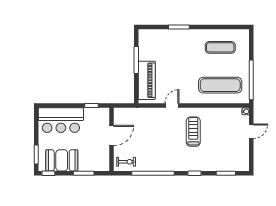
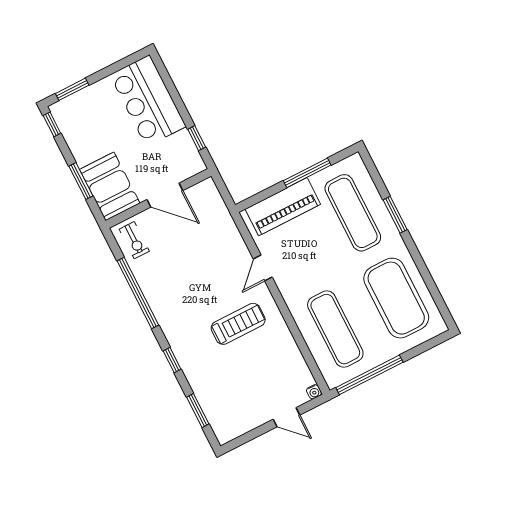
exercise mat: (167, 47) -> (353, 213), added
exercise mat: (220, 47) -> (396, 298), width x2.00, depth x1.45
door: (172, 106) -> (263, 268), swing flipped
booth: (62, 160) -> (110, 186), moved

